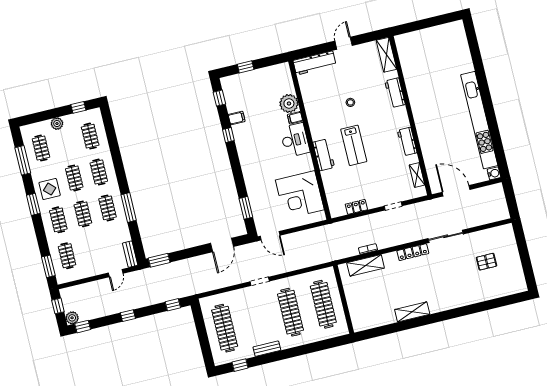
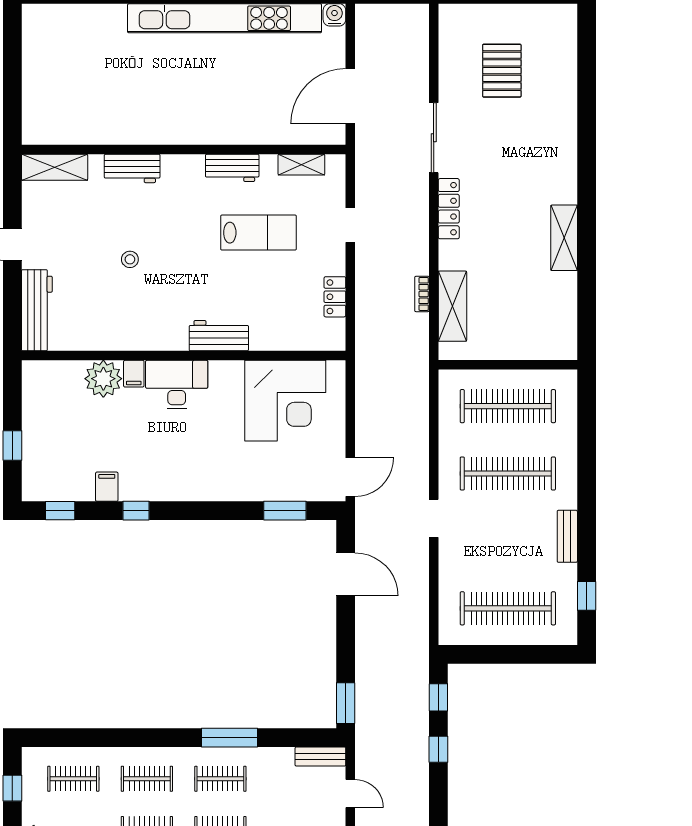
lab bench: (354, 145) -> (259, 233), moved
pallet: (486, 262) -> (502, 71), width x1.50, depth x1.42
window: (128, 316) -> (438, 749), moved

